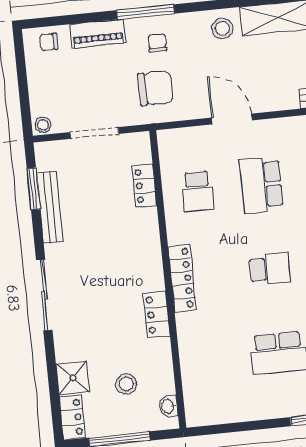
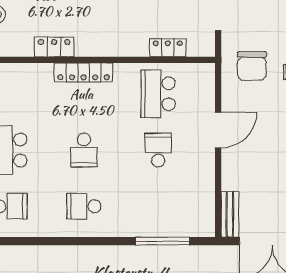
school desk: (261, 185) -> (158, 150), width x0.54
school desk: (198, 191) -> (158, 94), width x1.85

